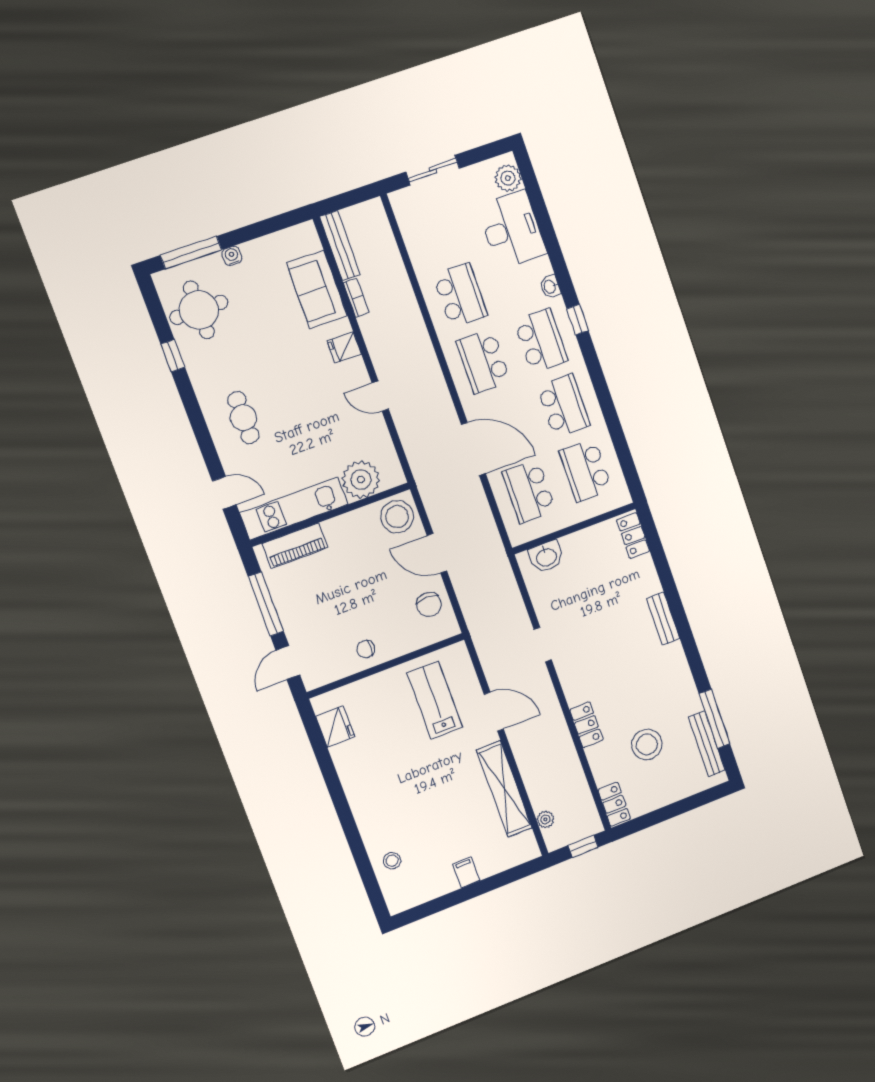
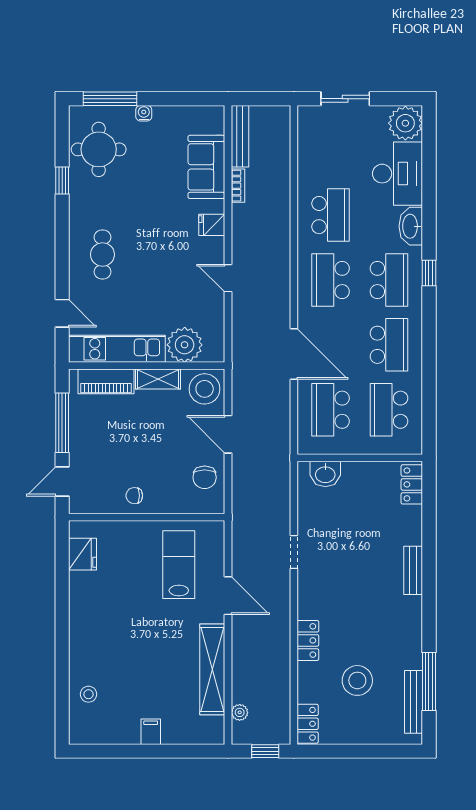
plant: (508, 178) -> (405, 123), width x1.36, depth x1.36
washbasin: (550, 287) -> (411, 226), width x1.91, depth x1.45
shelving: (347, 524) -> (158, 379), added

